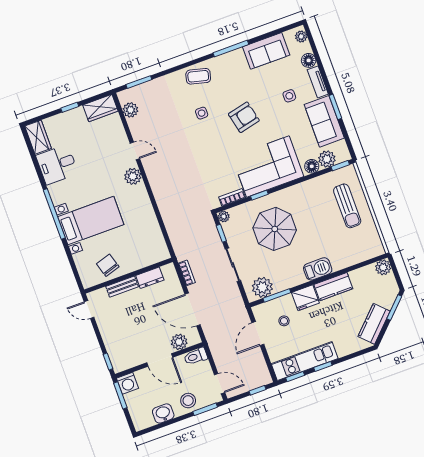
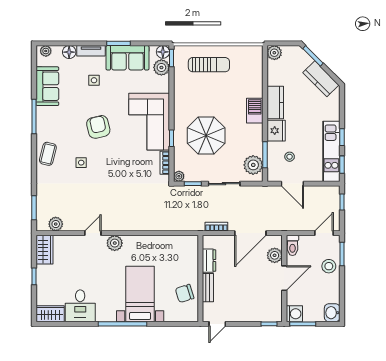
floor lamp: (312, 166) -> (163, 52), moved
washbasin: (163, 413) -> (332, 313), moved

